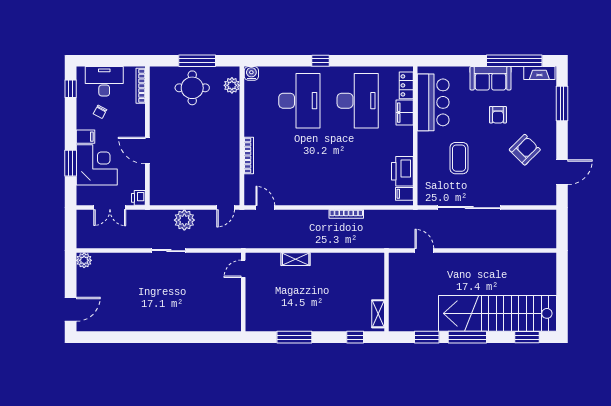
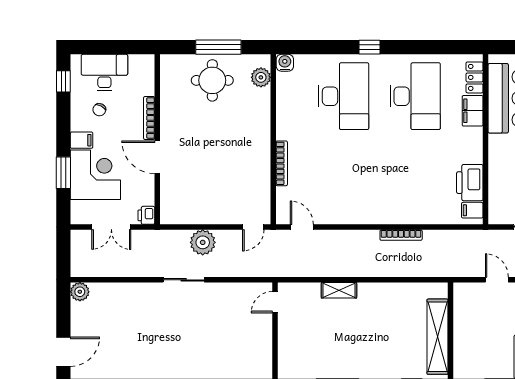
bookcase: (141, 86) -> (149, 118), moved
shelving: (378, 314) -> (437, 337), width x2.20, depth x1.33

